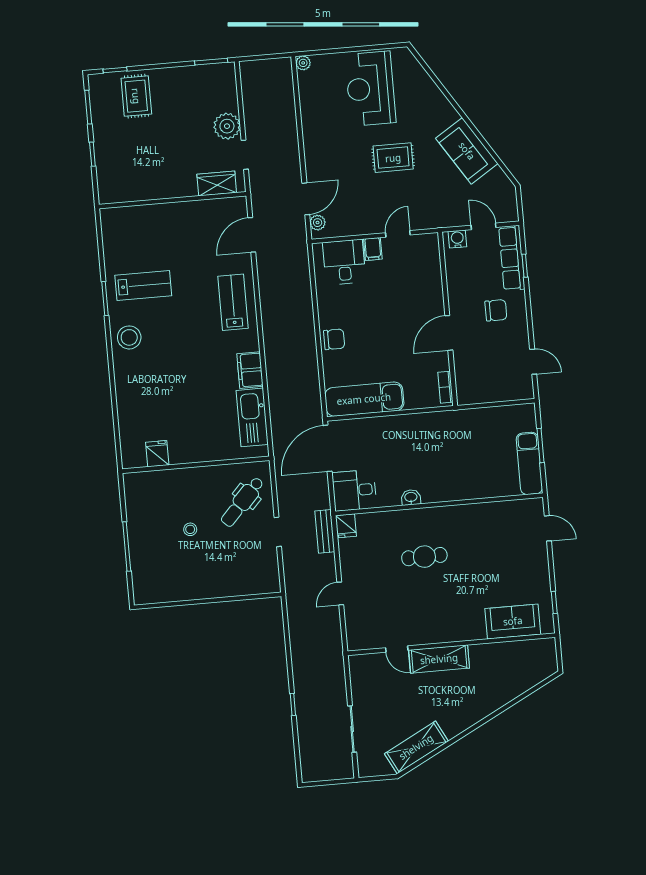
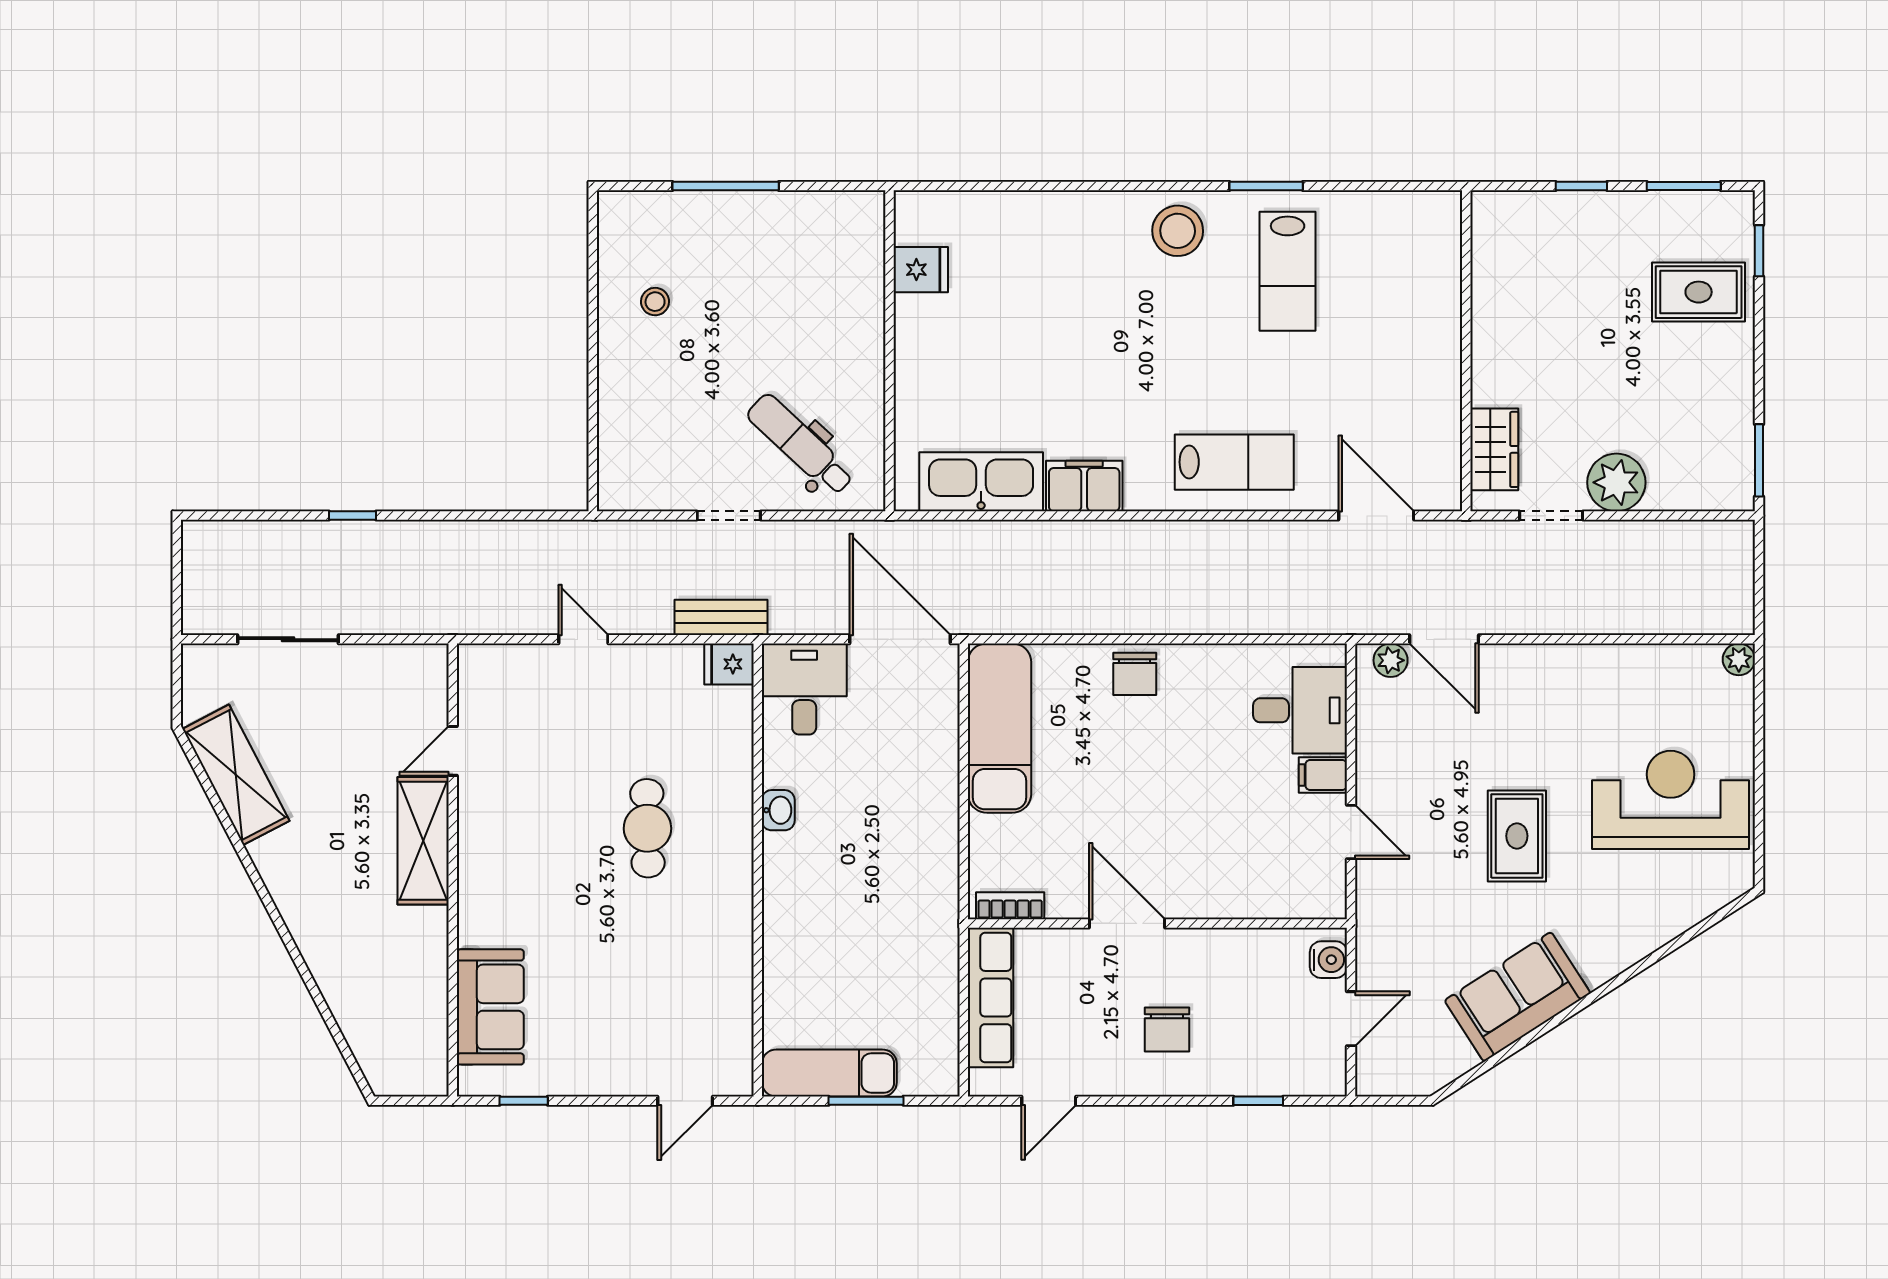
row of seats: (512, 258) -> (990, 998), moved, turned 90
stool: (190, 529) -> (655, 302), moved

